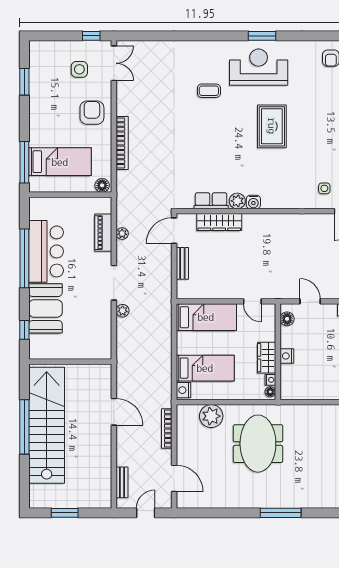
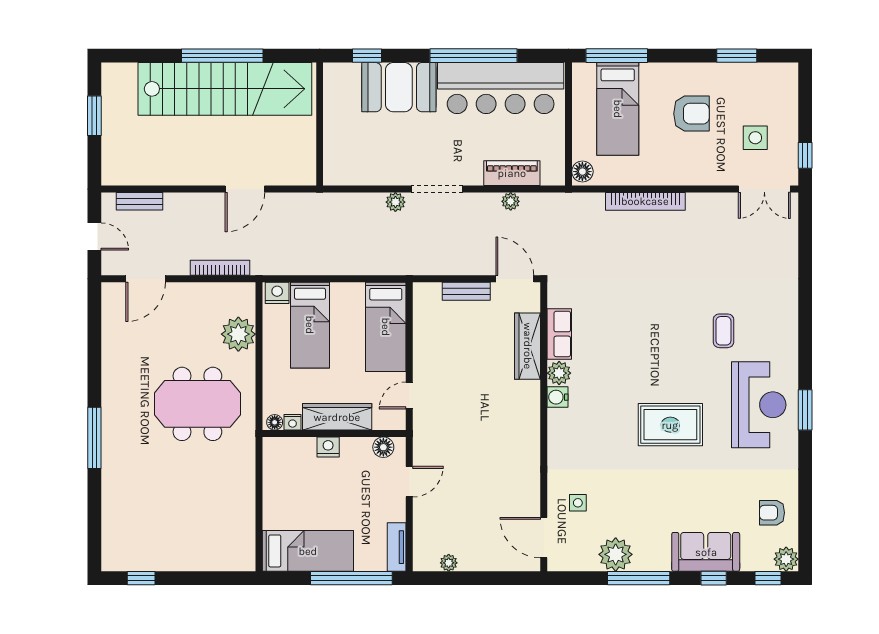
armchair: (92, 113) -> (691, 114), moved
bar counter: (46, 251) -> (501, 88), width x1.36
wardrobe: (267, 358) -> (337, 417), width x1.50

